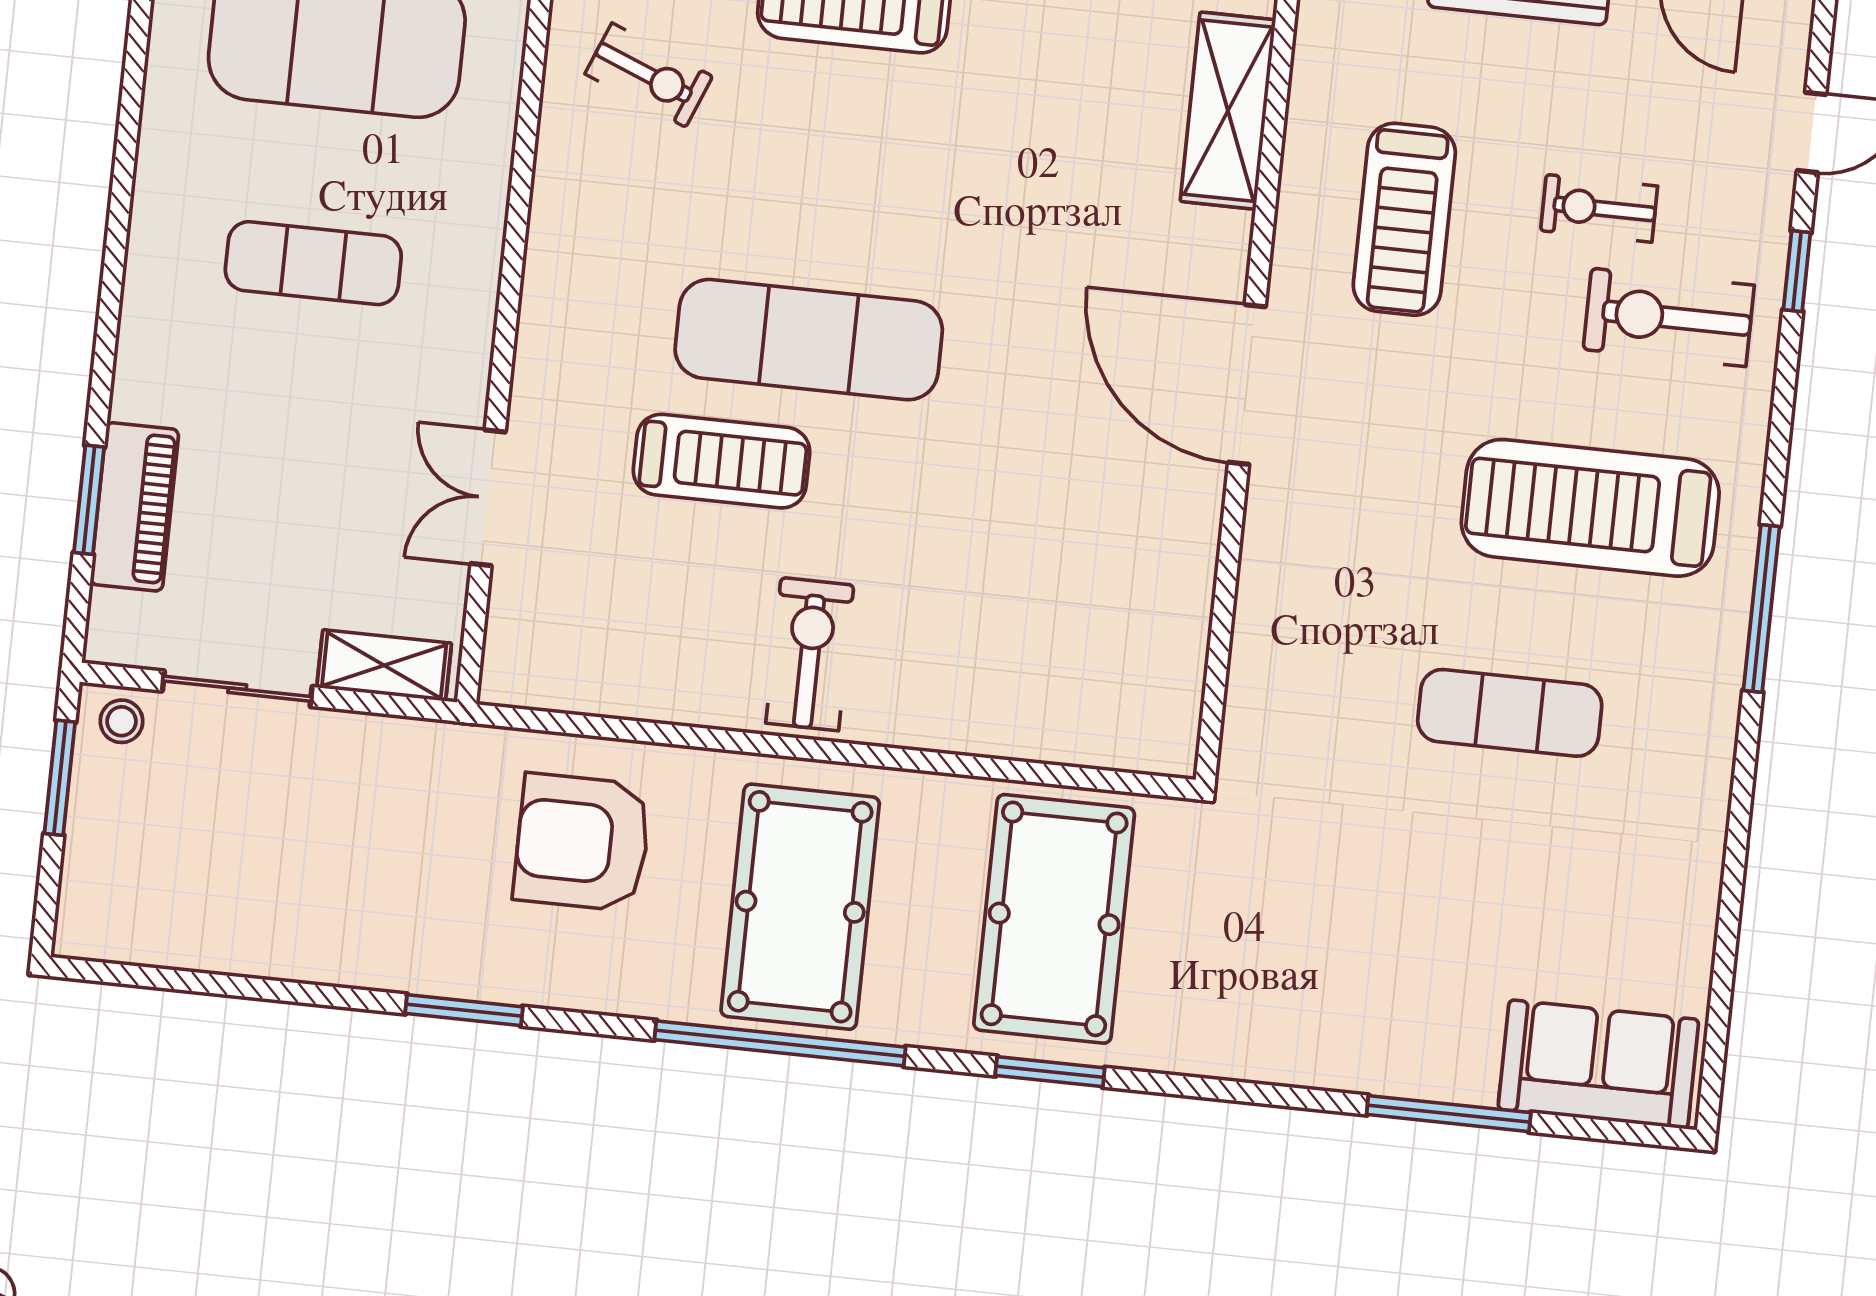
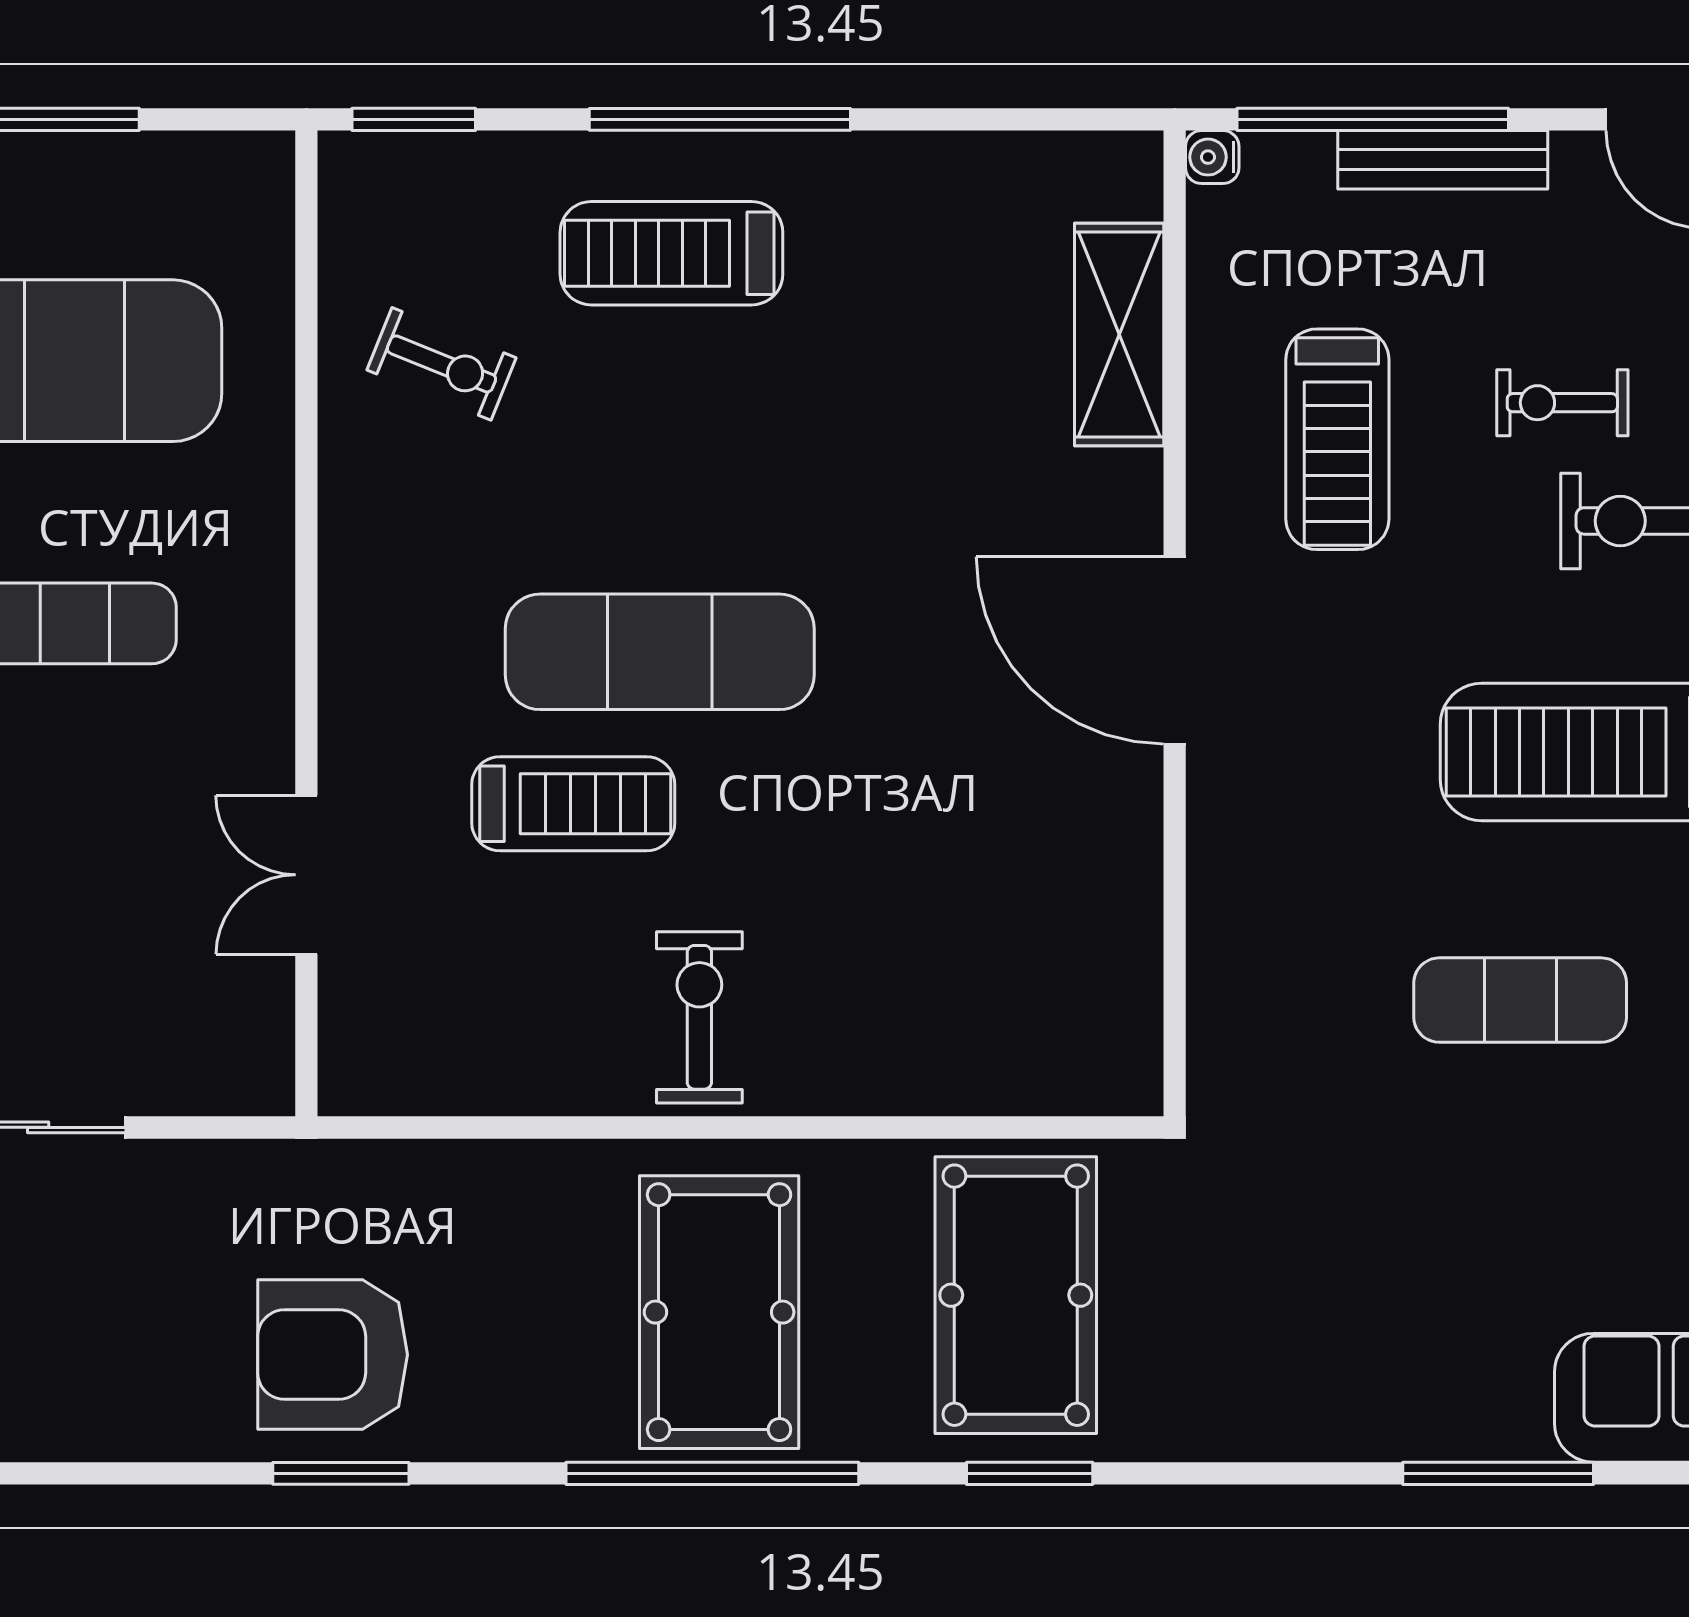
shelving: (384, 665) -> (206, 1082), removed
armchair: (582, 842) -> (333, 1355), moved

